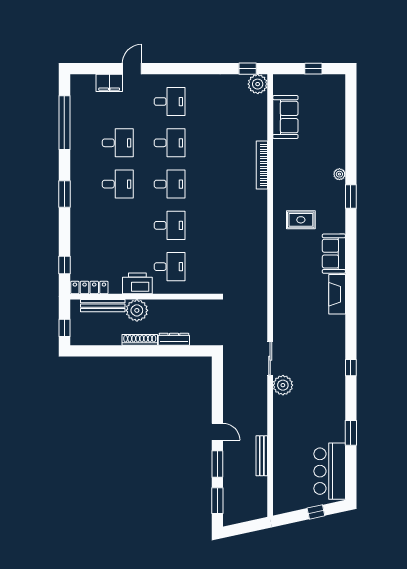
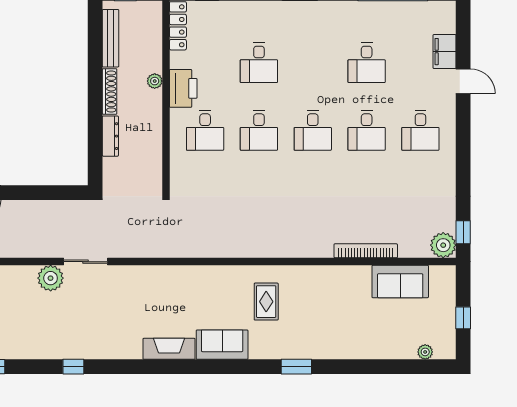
bookcase: (262, 165) -> (366, 251), moved
plant: (339, 174) -> (425, 352), moved
desk: (118, 184) -> (259, 63), moved
bench: (103, 306) -> (111, 38), moved
plant: (137, 310) -> (155, 81), width x0.53, depth x0.53

